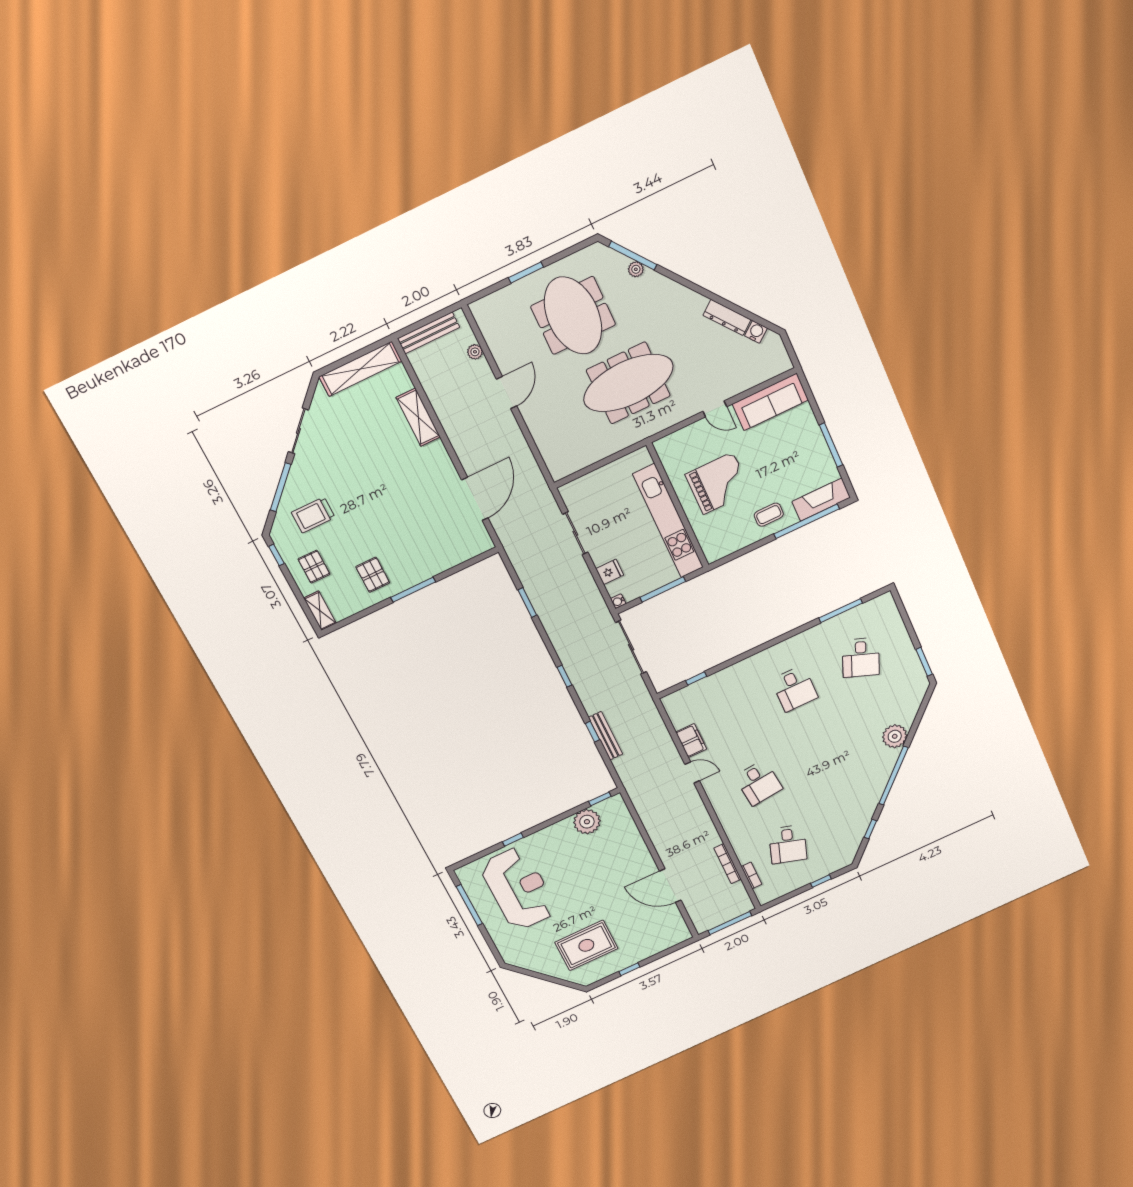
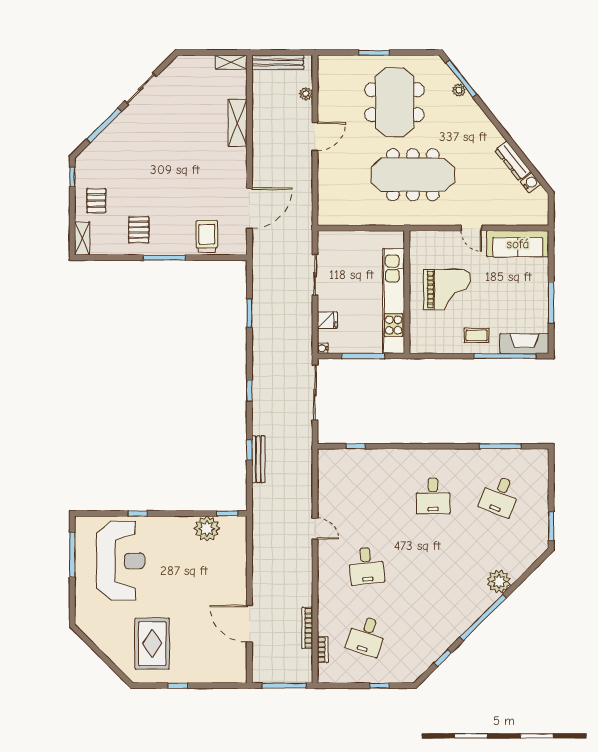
shelving: (360, 369) -> (231, 62), width x0.45, depth x0.75
trolley: (313, 515) -> (207, 236), moved, turned 90
filing cabinet: (691, 741) -> (327, 499), removed
rug: (586, 945) -> (152, 644), turned 90

